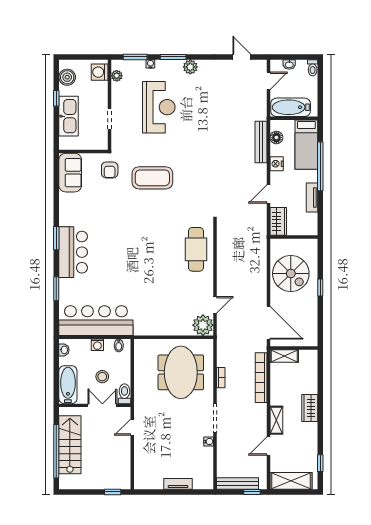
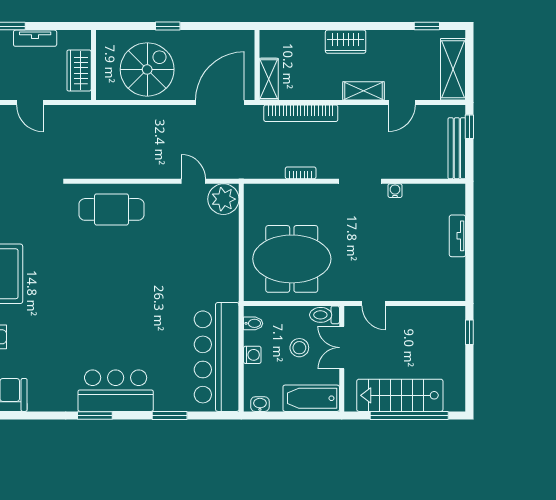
wardrobe: (278, 221) -> (79, 70), moved, turned -90
meeting table: (181, 372) -> (292, 259), moved
door: (268, 446) -> (402, 103), hinge flipped

